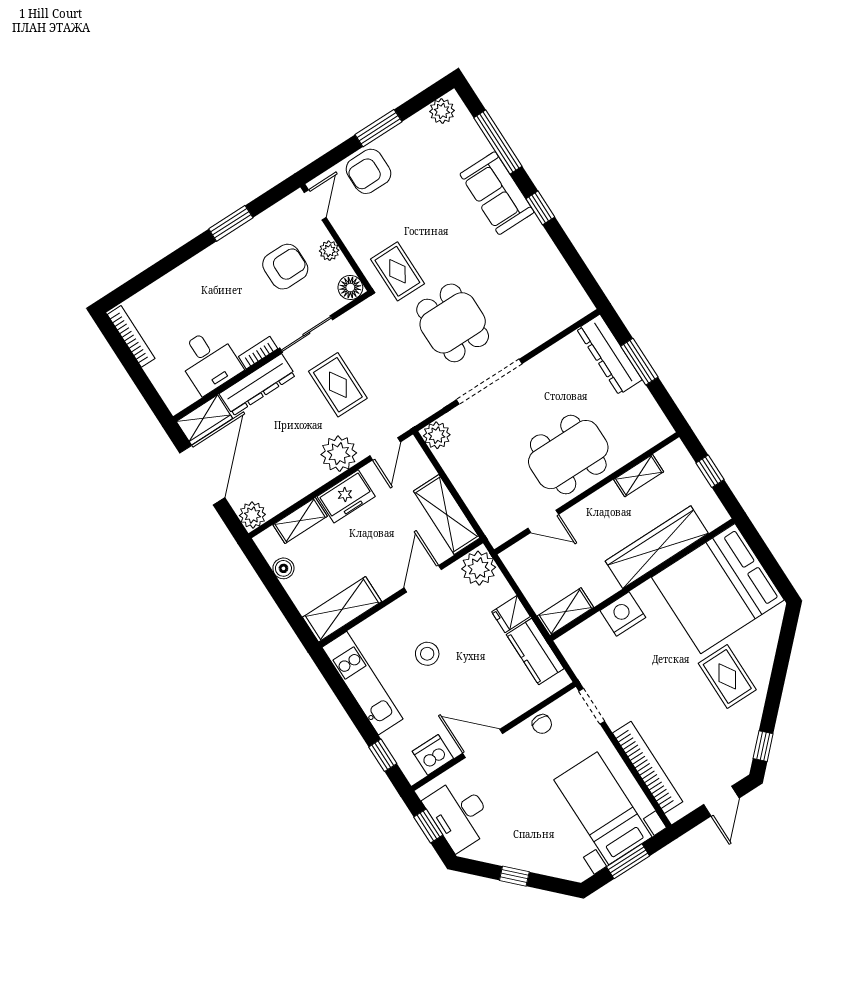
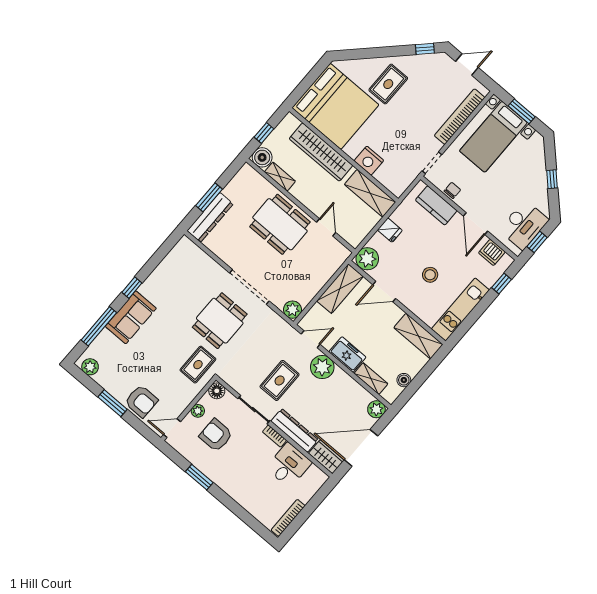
boiler: (675, 458) -> (262, 157), added
shelving: (565, 612) -> (370, 193), width x1.50, depth x1.33
kitchen counter: (535, 652) -> (436, 205), moved, turned 90

